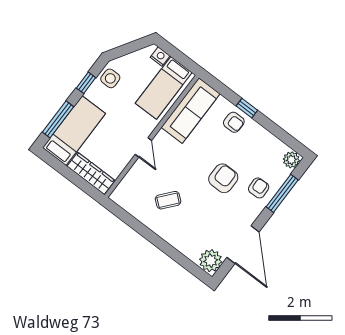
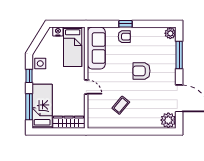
armchair: (223, 178) -> (141, 71), turned -90
armchair: (259, 188) -> (164, 62), removed

